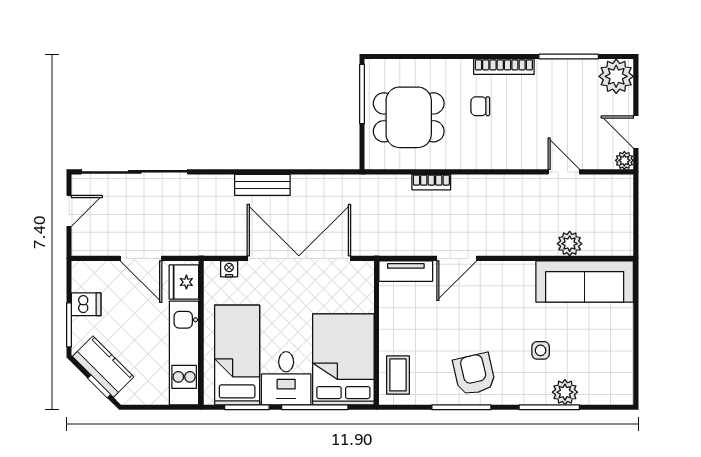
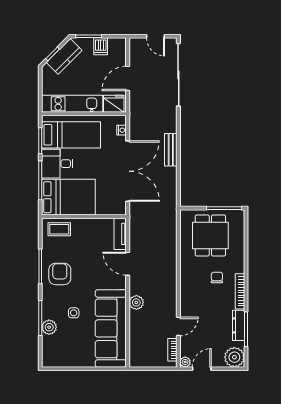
dresser: (562, 69) -> (239, 325), added
bookcase: (431, 182) -> (172, 350), moved
plant: (570, 244) -> (136, 302), moved
sofa: (585, 281) -> (111, 328), width x1.36, depth x1.27
armchair: (474, 374) -> (60, 274), turned -77

